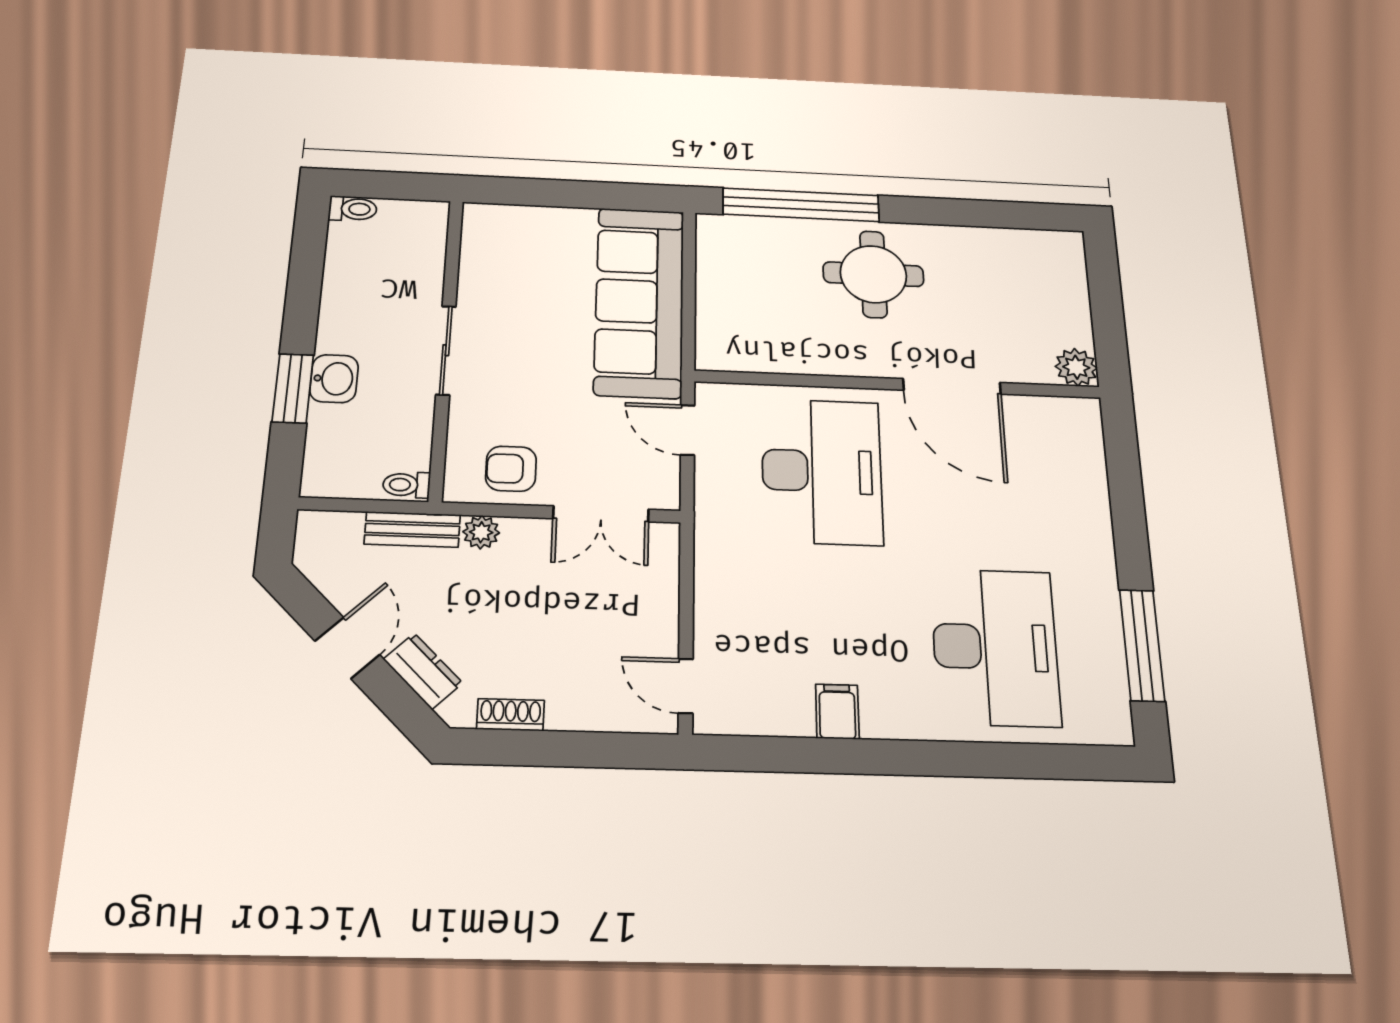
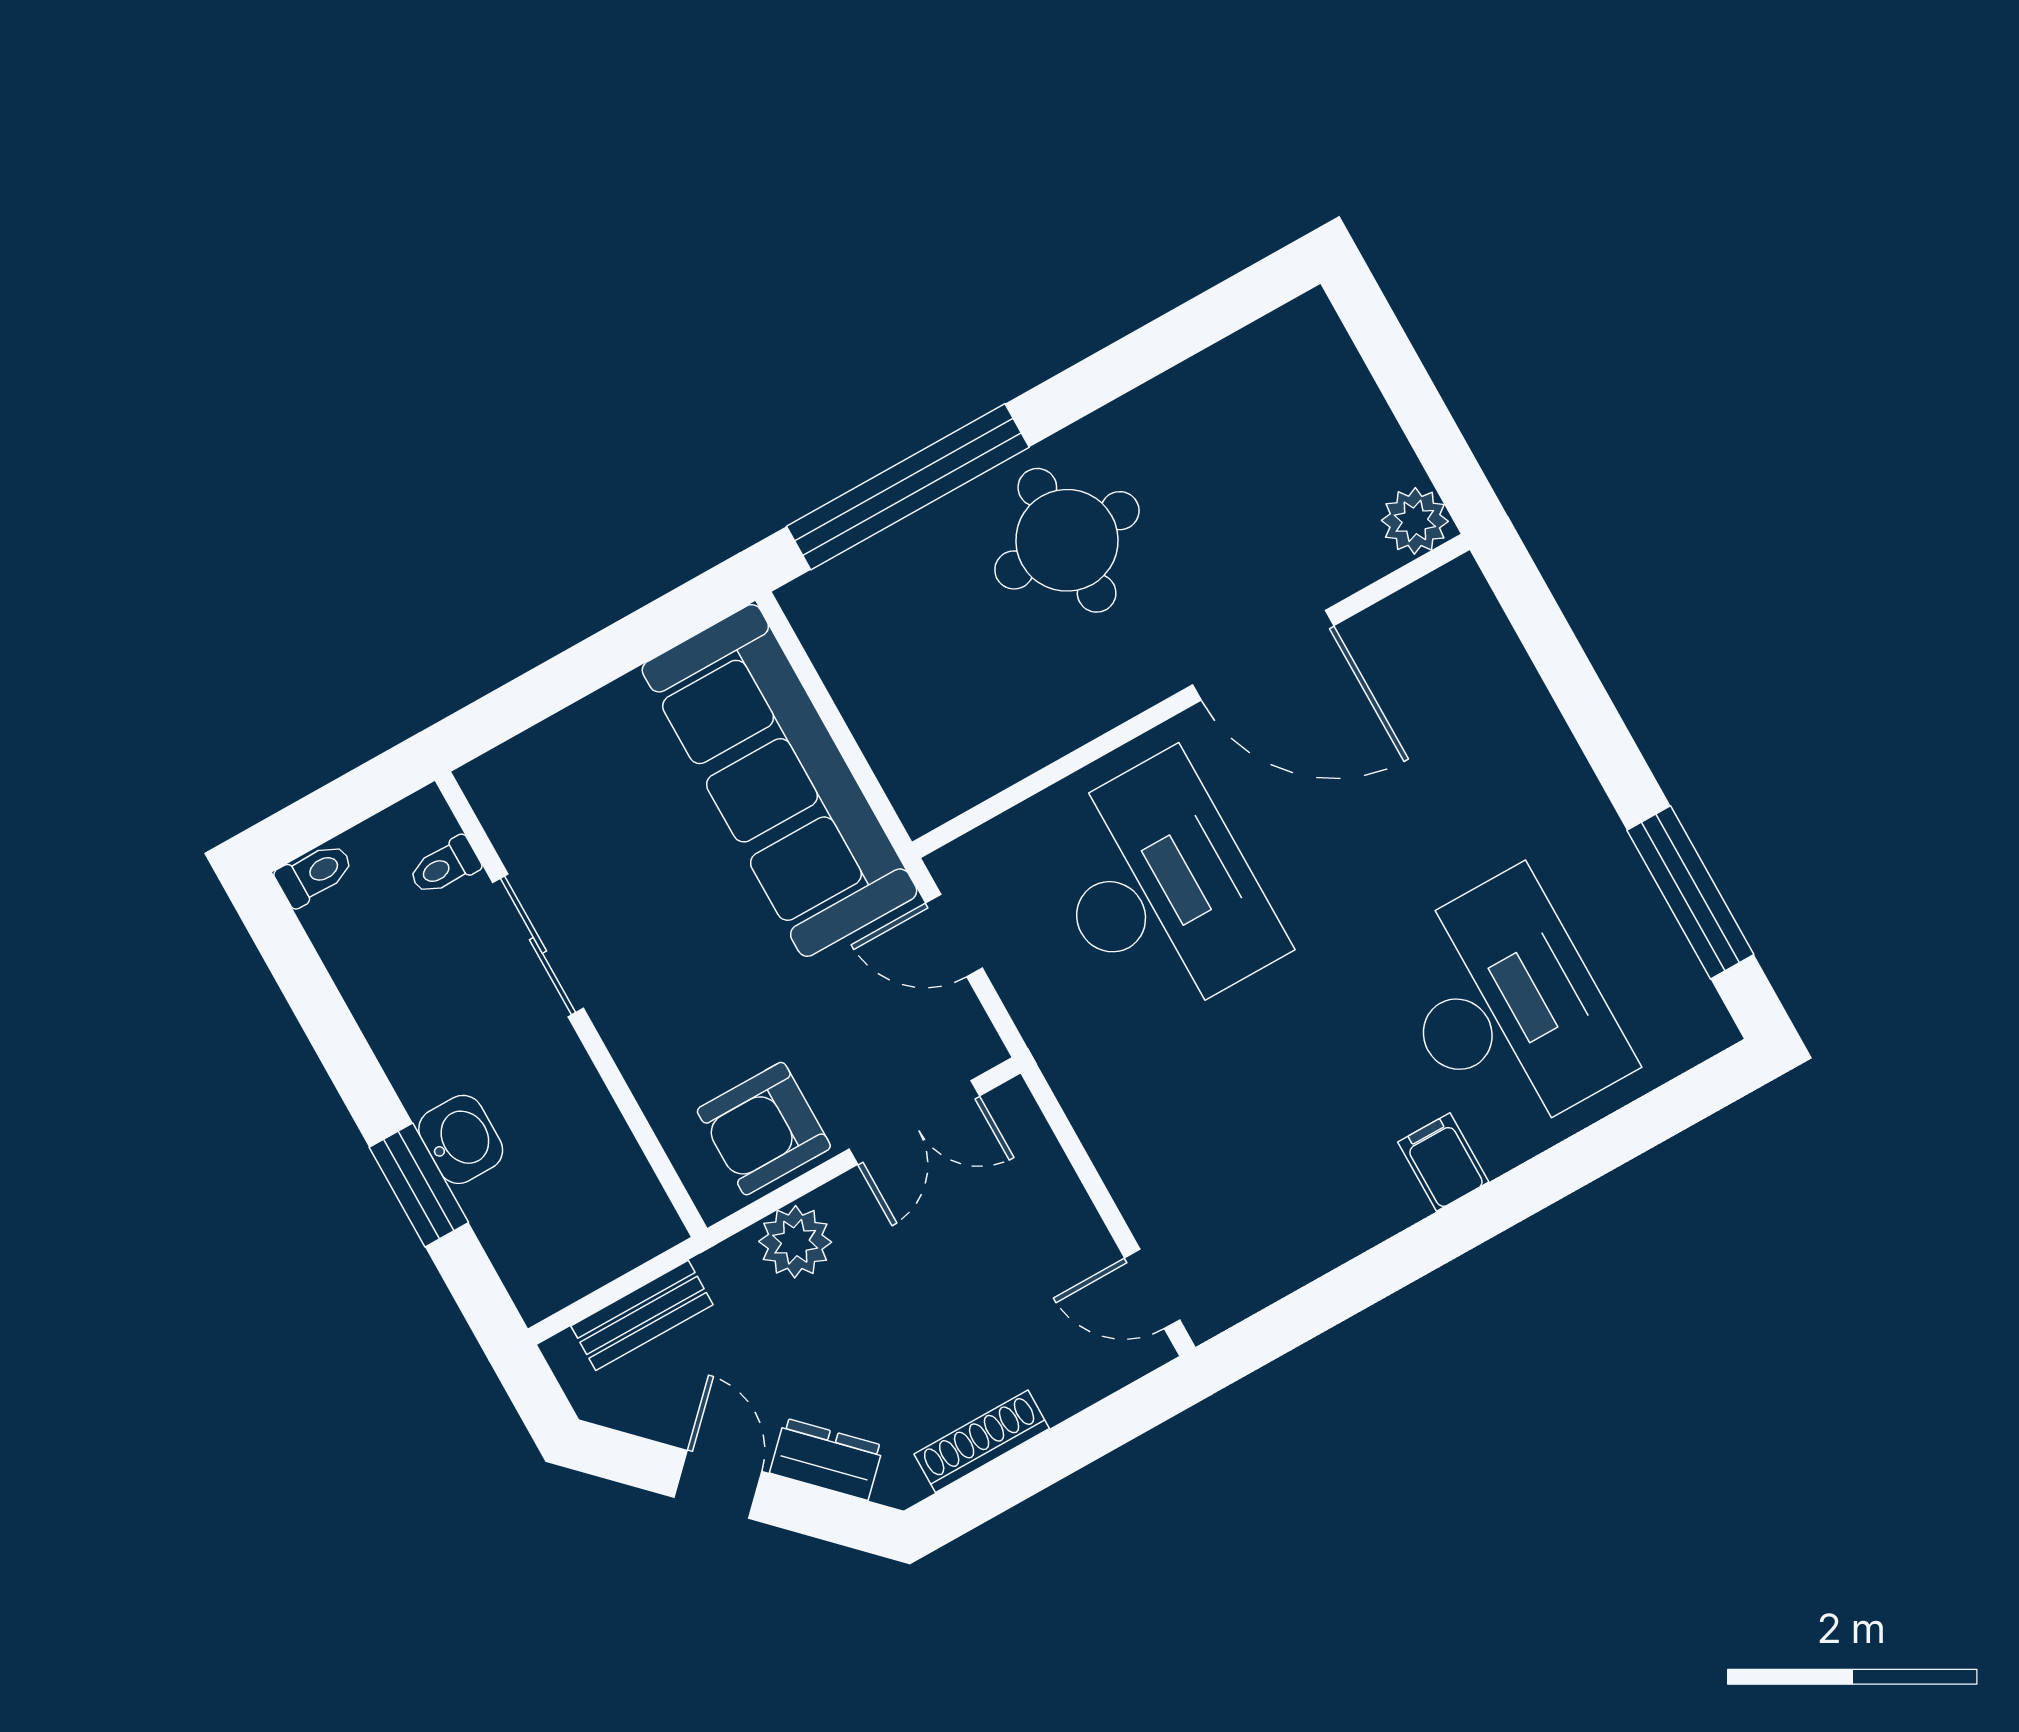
sliding door: (446, 350) -> (538, 945), moved
armchair: (511, 469) -> (764, 1129), width x1.38, depth x1.38
toilet: (406, 485) -> (444, 866), moved
bench: (412, 529) -> (642, 1315), moved
plant: (481, 532) -> (795, 1242), width x1.38, depth x1.38
filing cabinet: (837, 712) -> (1443, 1162), moved
shoe rack: (511, 715) -> (982, 1441), width x1.43

